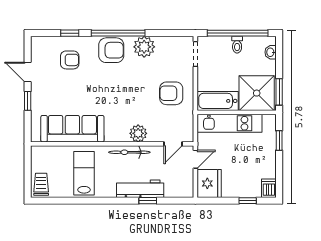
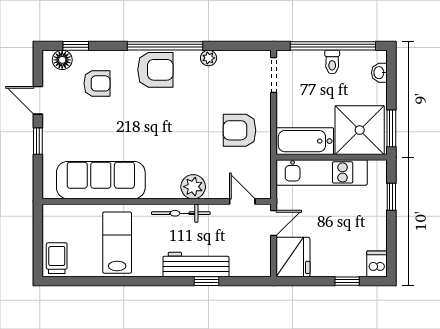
window: (70, 33) -> (76, 46), moved
floor lamp: (45, 43) -> (62, 60), added
plant: (144, 47) -> (209, 58), width x0.53, depth x0.53
door: (173, 144) -> (242, 201), swing flipped

